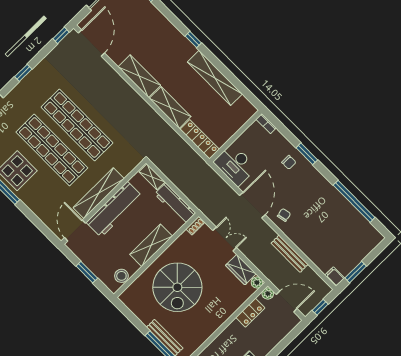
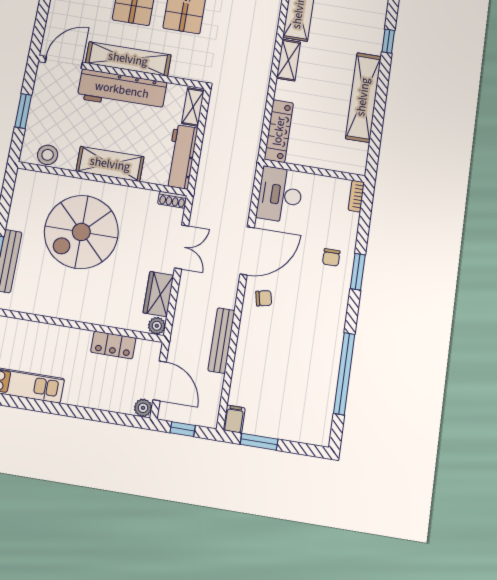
shelving: (170, 107) -> (289, 60), width x0.67, depth x0.75
plant: (268, 294) -> (143, 408), moved

